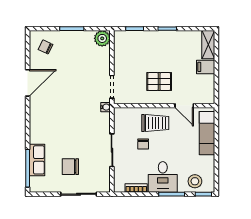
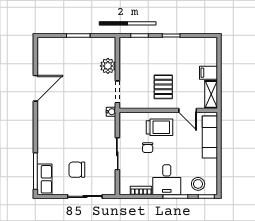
plant: (102, 38) -> (108, 66), moved
shelving: (208, 45) -> (211, 94), moved
chair: (46, 47) -> (53, 53), removed
pallet: (159, 82) -> (163, 87), turned 90
row of seats: (37, 160) -> (44, 179), moved

